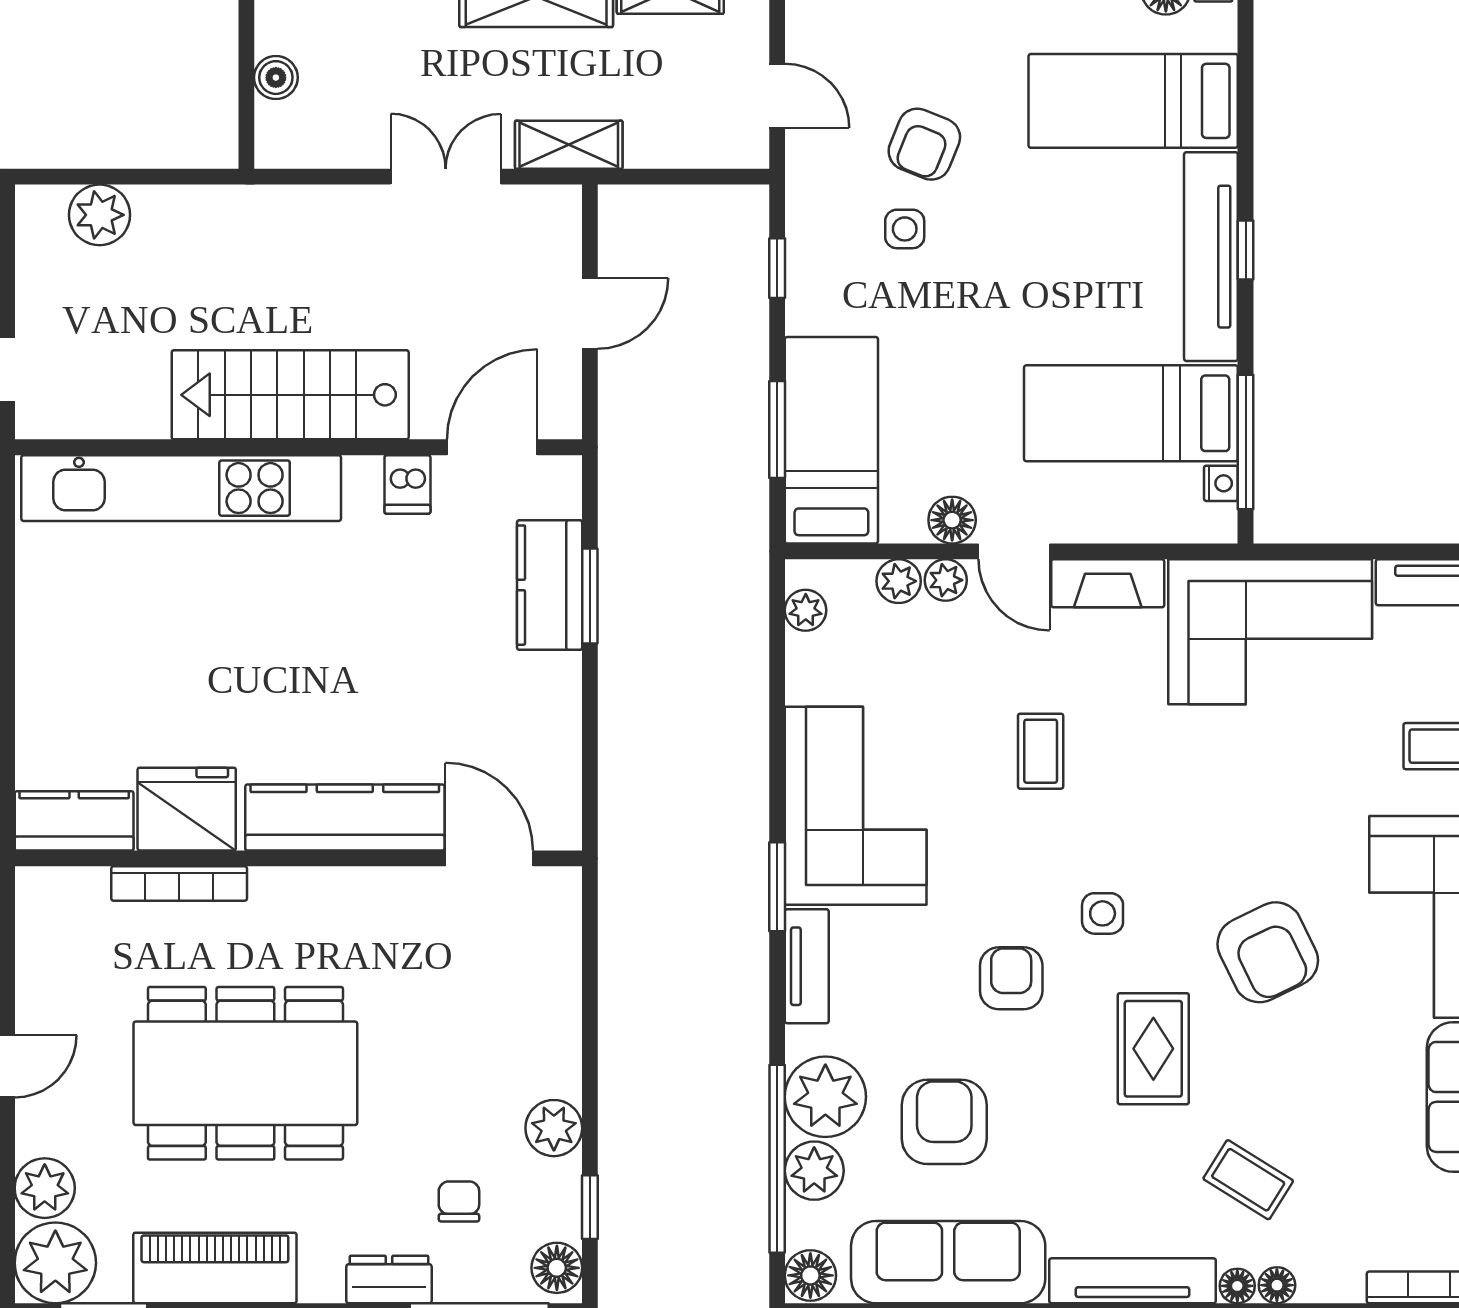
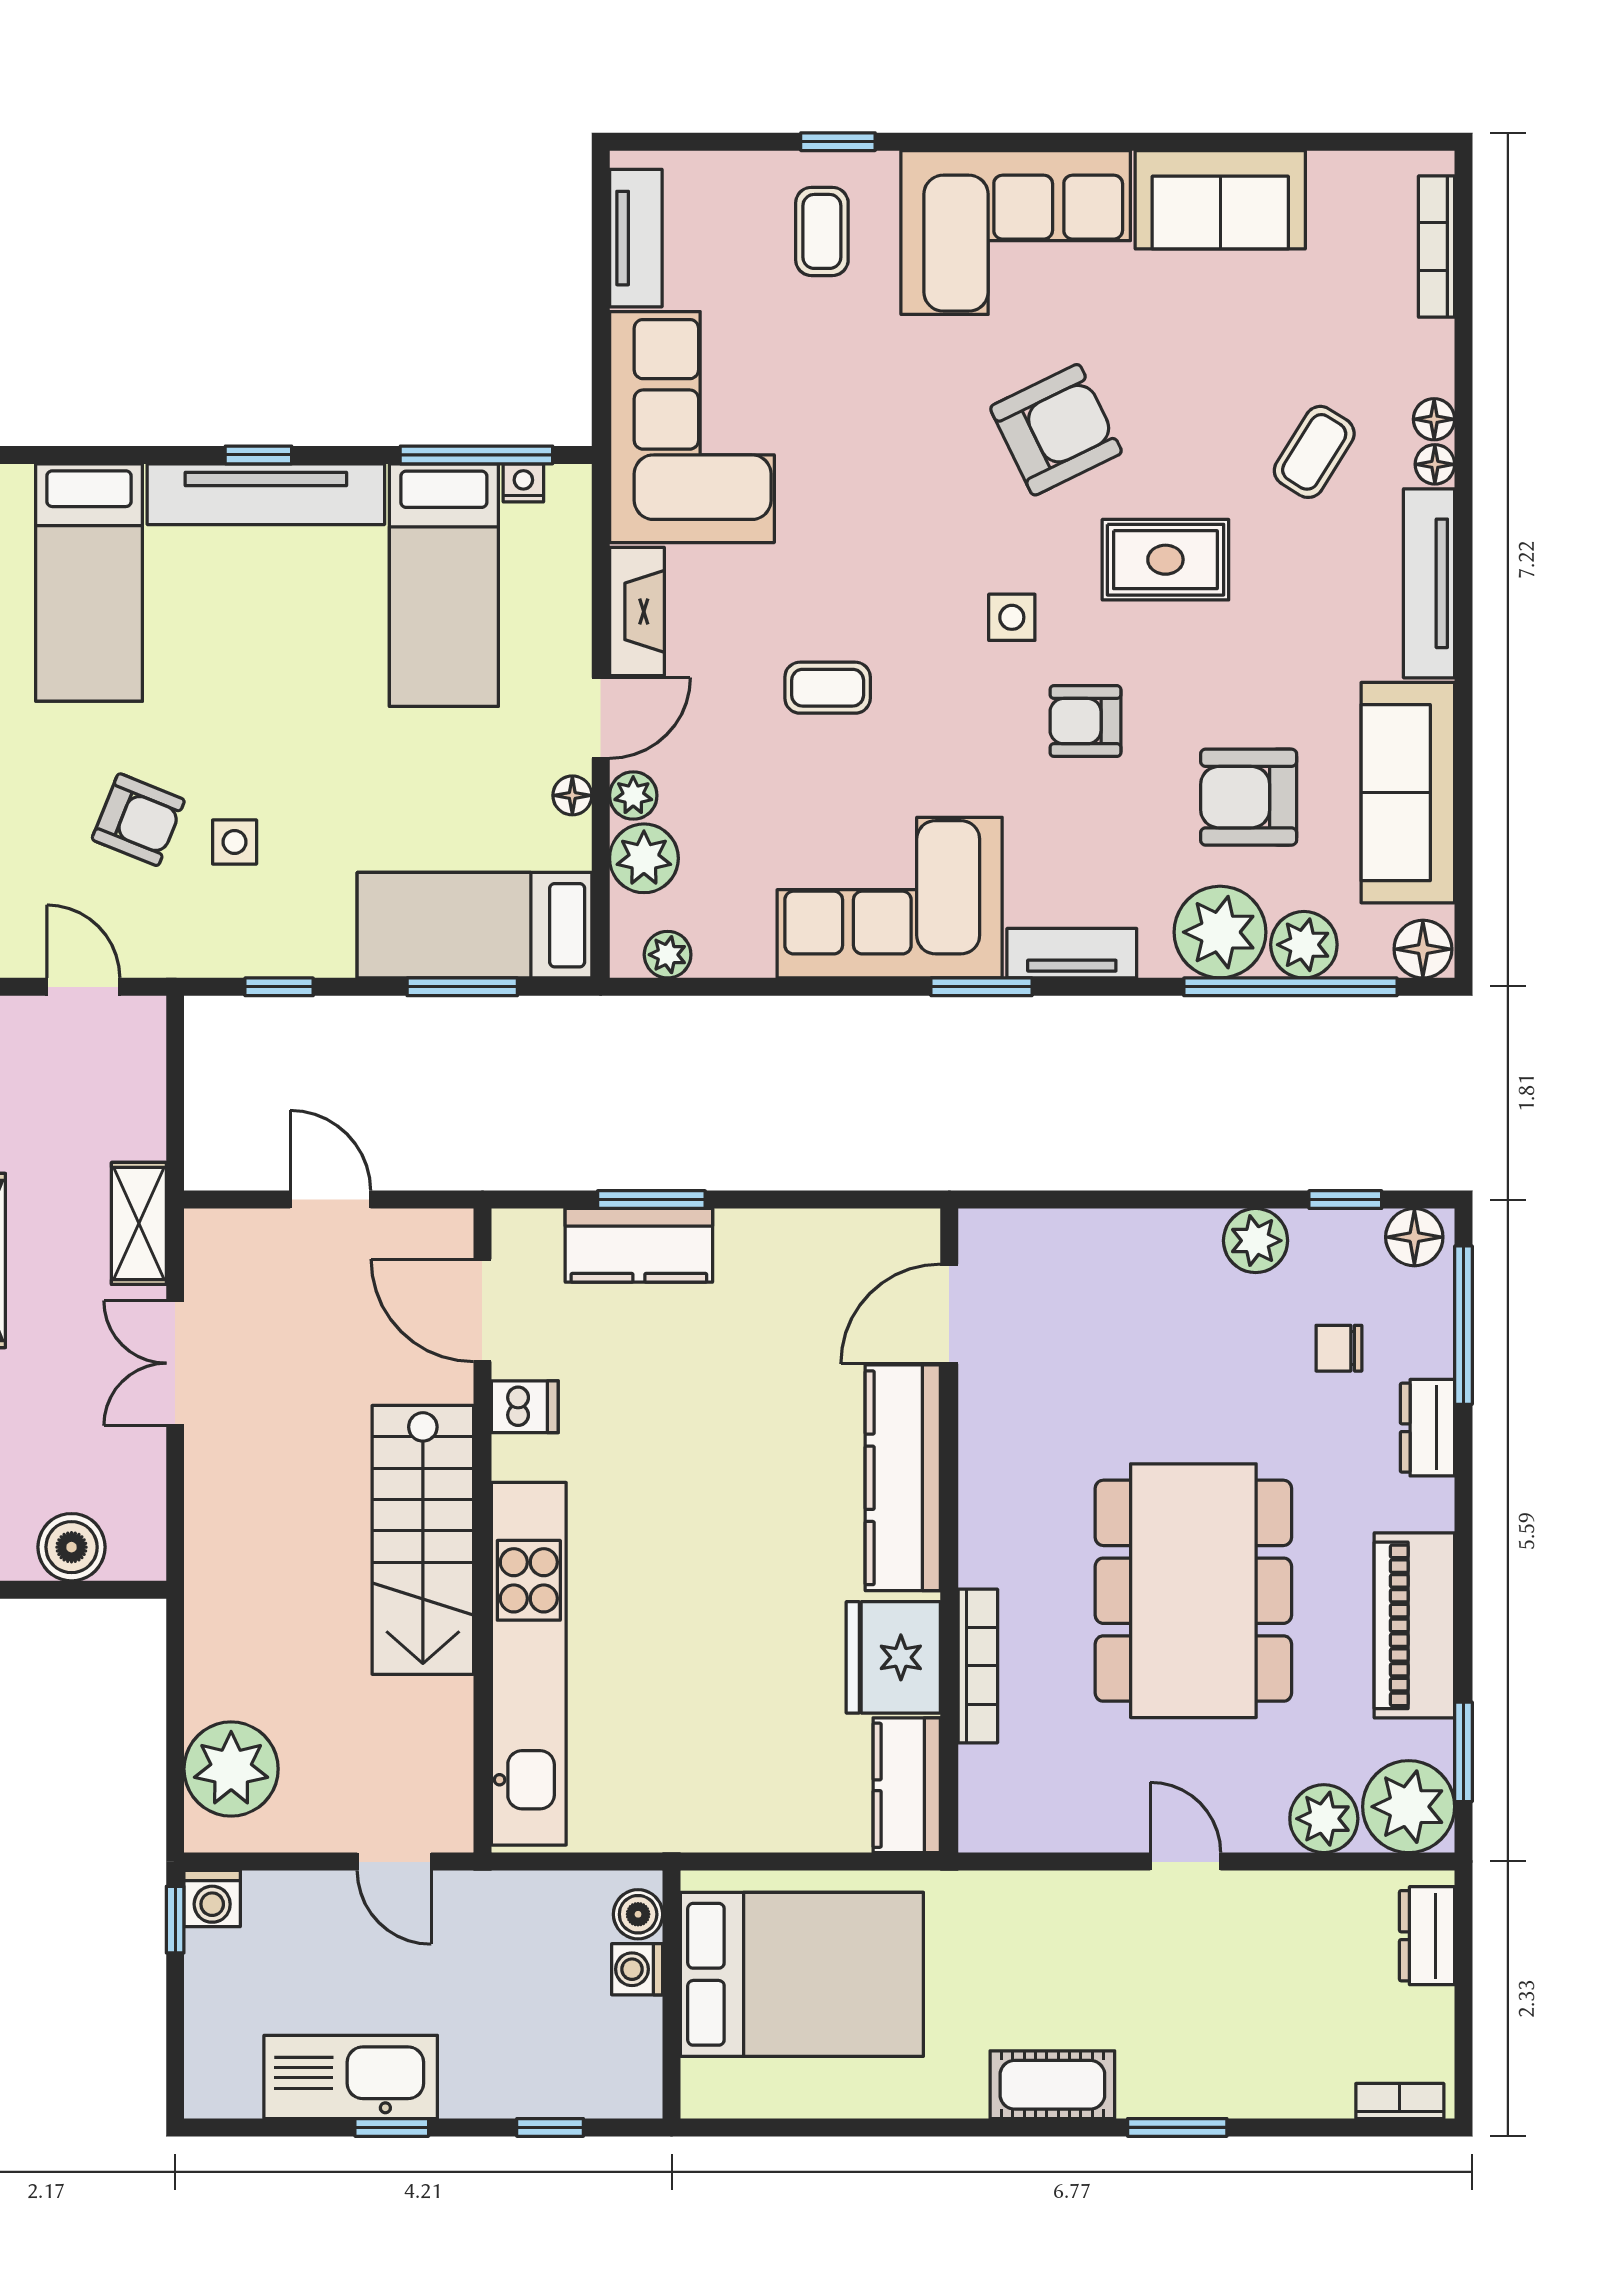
boiler: (276, 78) -> (72, 1547), width x1.36, depth x1.36
door: (777, 96) -> (83, 987), hinge flipped
plant: (100, 215) -> (231, 1769), width x1.36, depth x1.36
floor lamp: (952, 520) -> (572, 795), width x0.73, depth x0.73
plant: (899, 581) -> (644, 858), width x1.38, depth x1.38

